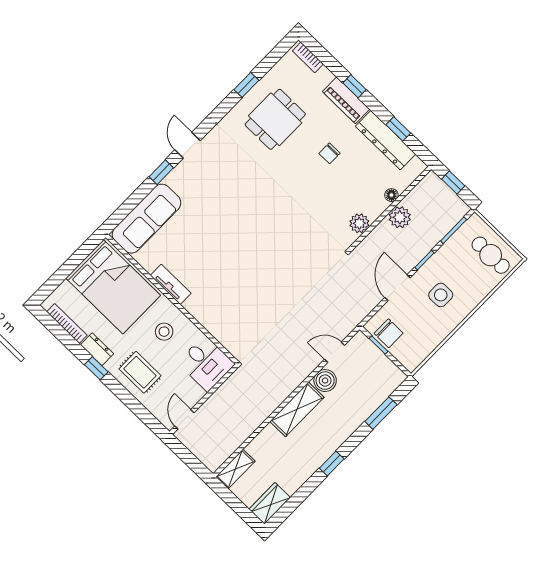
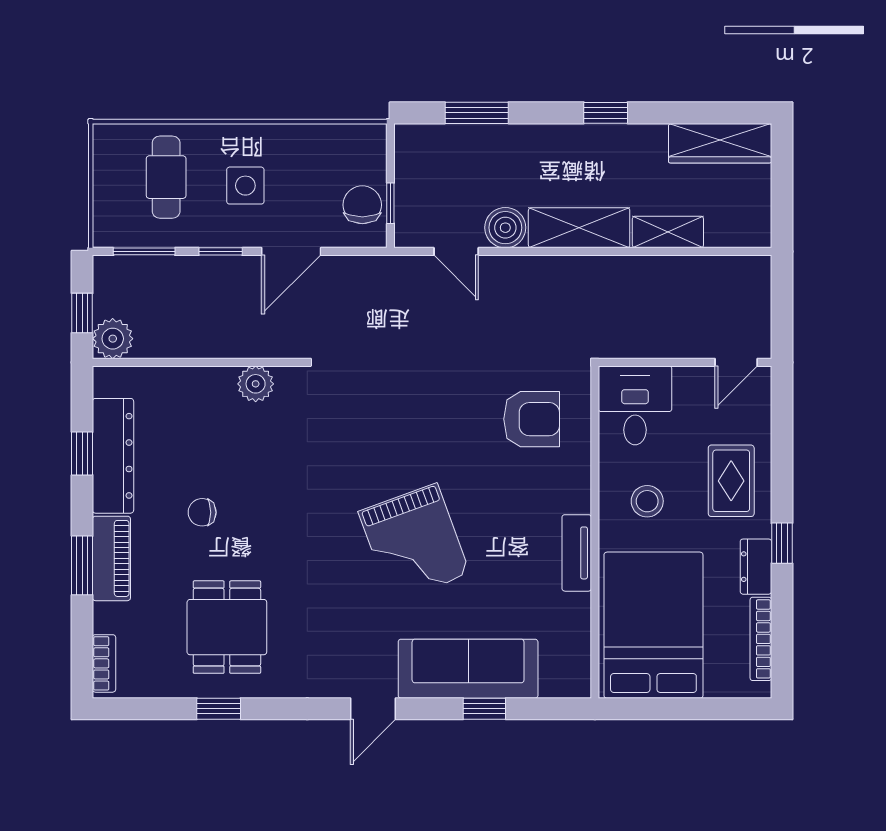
window: (355, 86) -> (82, 565), width x1.50
dining table: (275, 119) -> (227, 627), turned 90
chair: (329, 153) -> (202, 512), turned 180
window: (161, 172) -> (484, 709), moved
floor lamp: (391, 195) -> (178, 378), removed
plant: (400, 217) -> (113, 339), moved
sofa: (146, 219) -> (468, 669), moved
grand piano: (237, 225) -> (414, 543), added
cafe table: (491, 255) -> (166, 177), moved
armchair: (240, 318) -> (532, 419), added
shelving: (235, 469) -> (668, 232), moved
wardrobe: (270, 503) -> (720, 143), width x1.50

